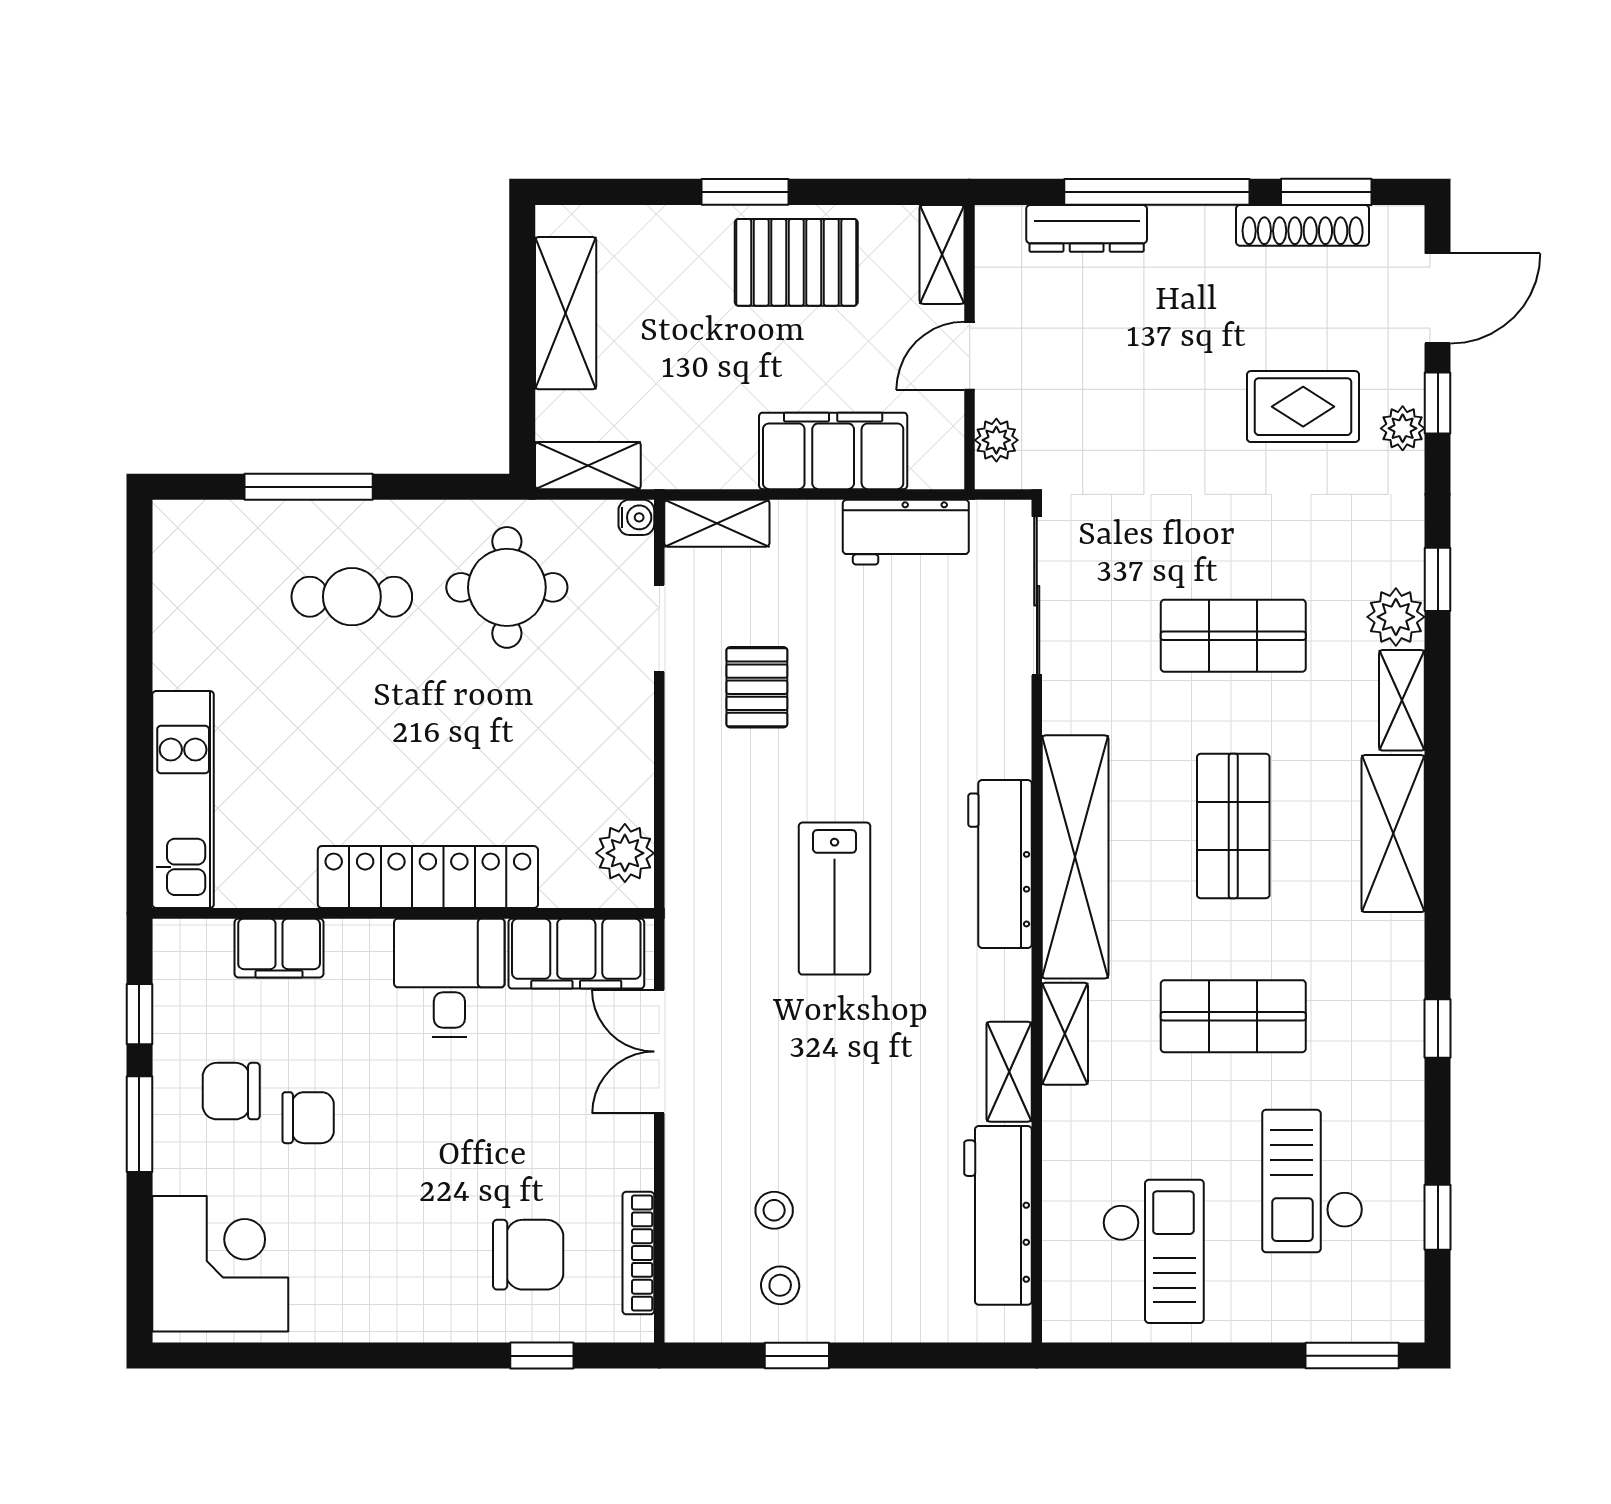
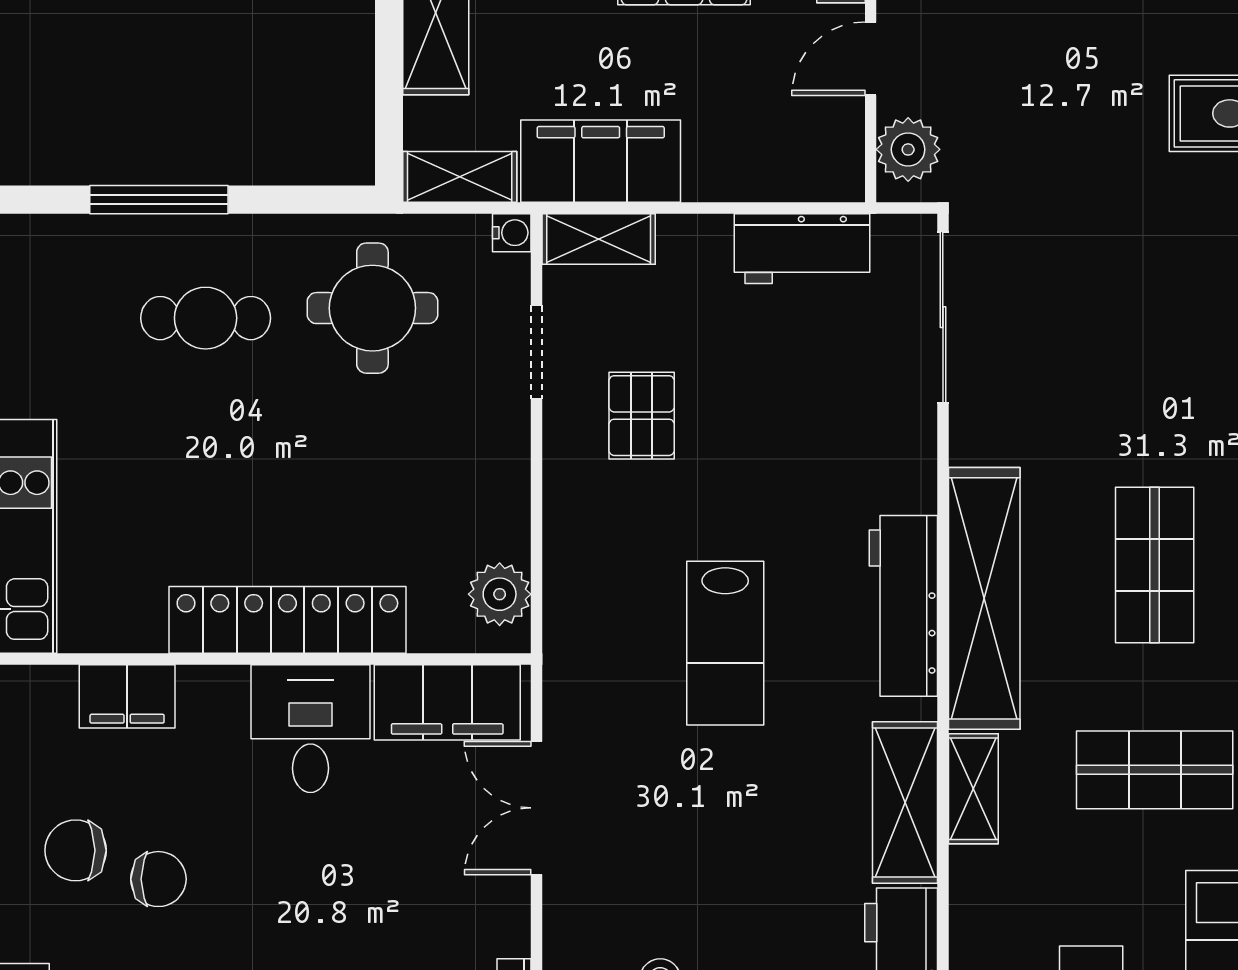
plant: (996, 440) -> (908, 149), width x1.38, depth x1.38
filing cabinet: (833, 451) -> (601, 161), moved
shop shelf: (1233, 636) -> (1155, 360), removed
shelving: (1009, 1072) -> (905, 803), width x1.50, depth x1.33

